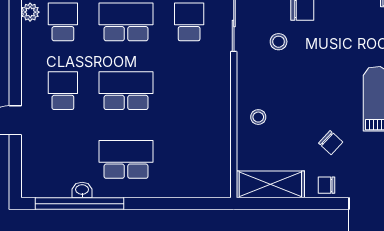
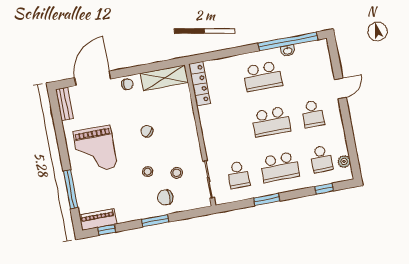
stool: (258, 117) -> (148, 172), moved
chair: (331, 143) -> (147, 131), moved
locker: (221, 166) -> (200, 84), added

